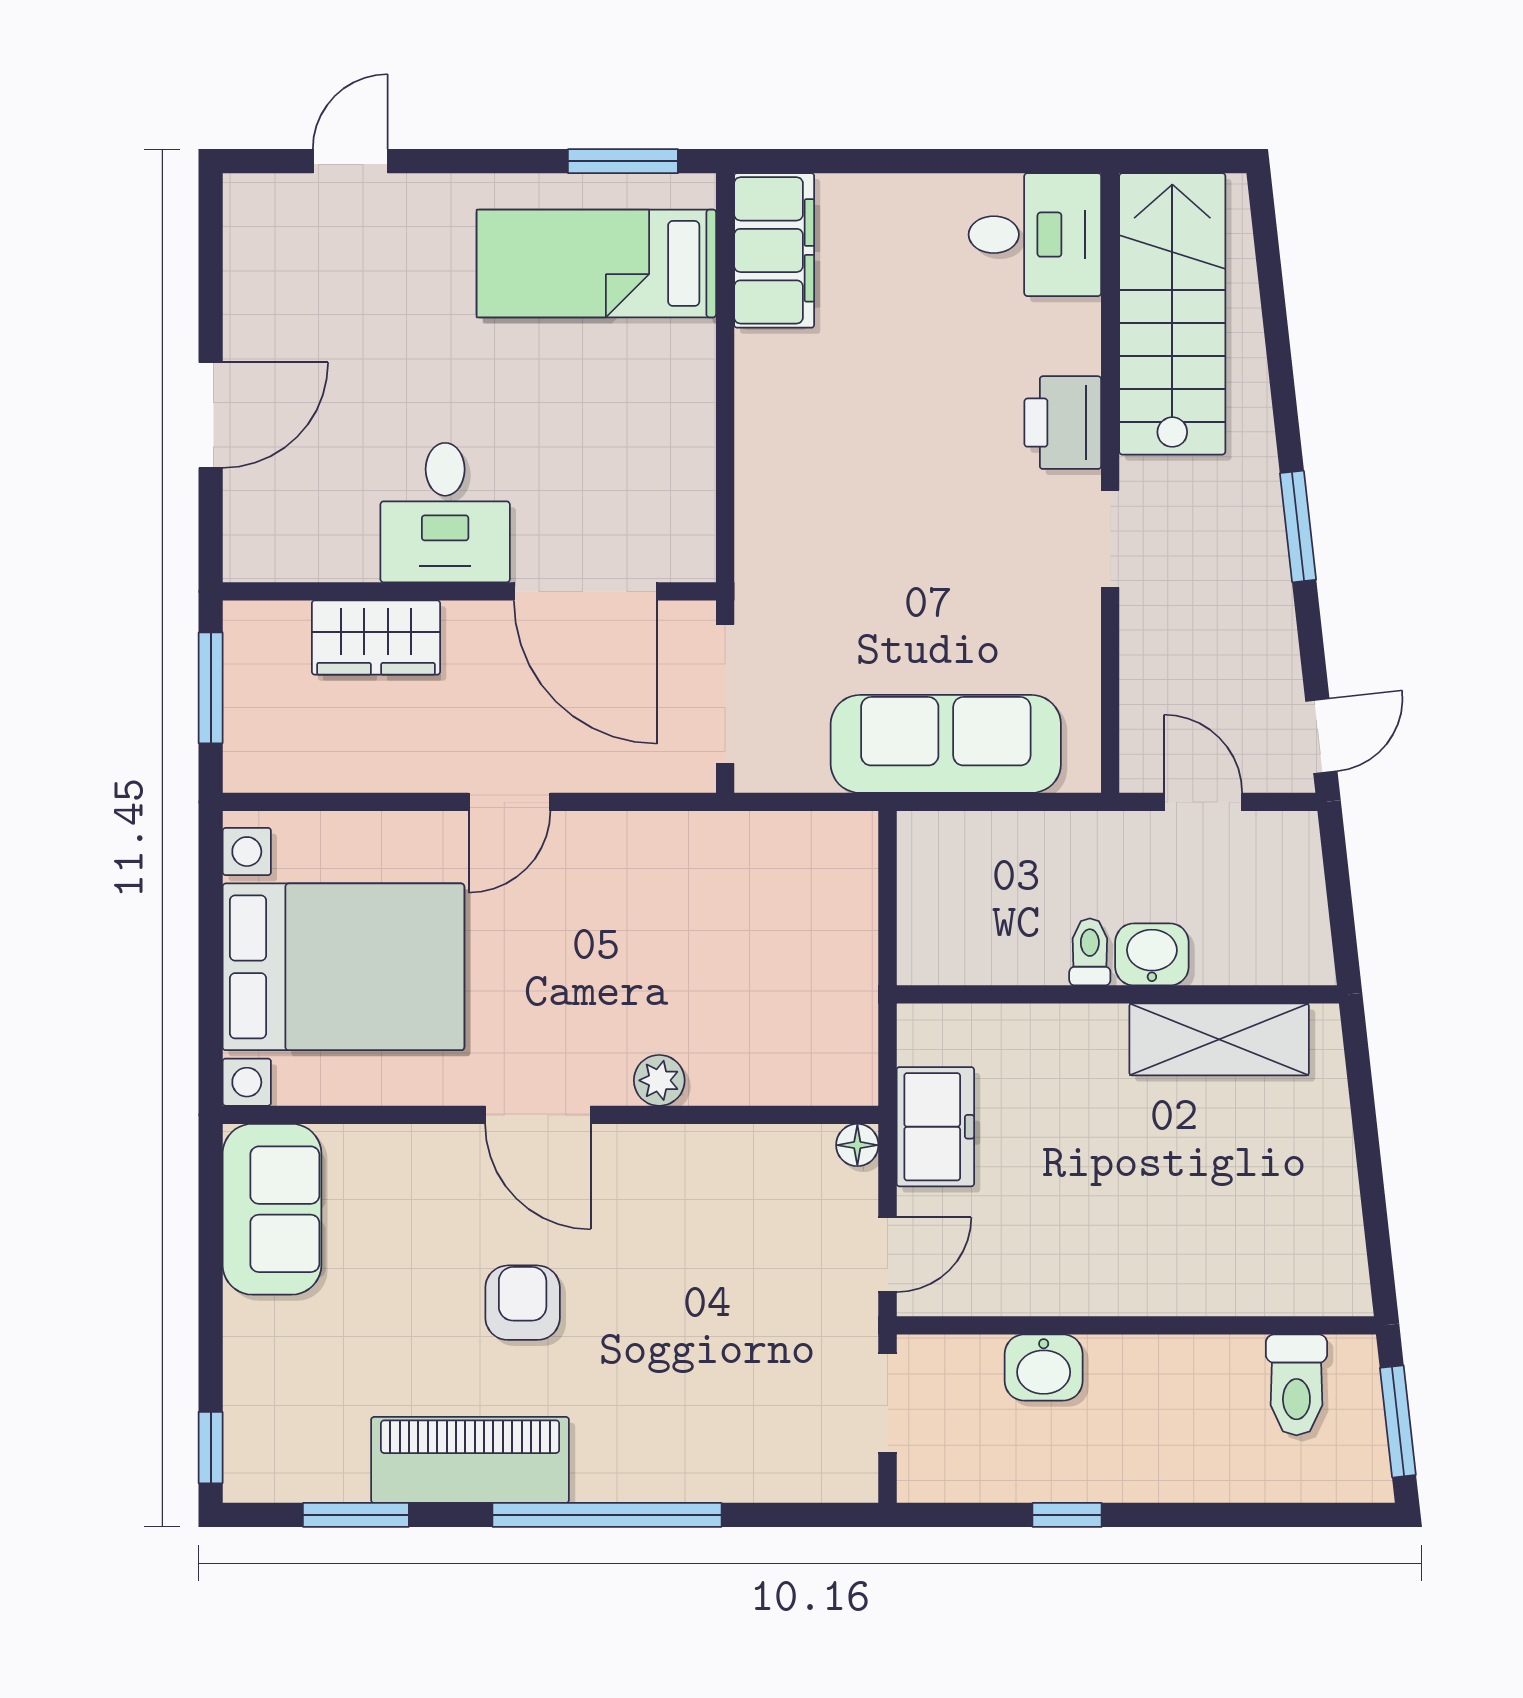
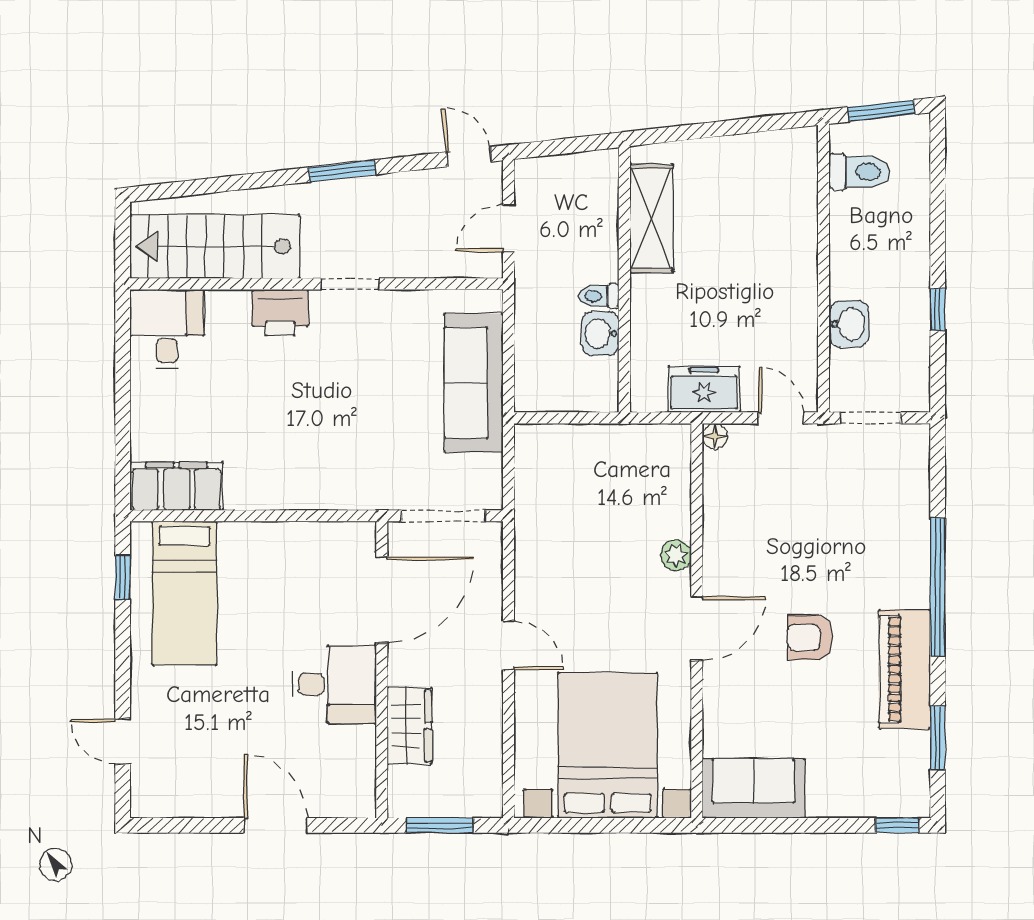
window: (623, 161) -> (123, 577), width x0.67
washbasin: (1152, 954) -> (600, 334), moved

